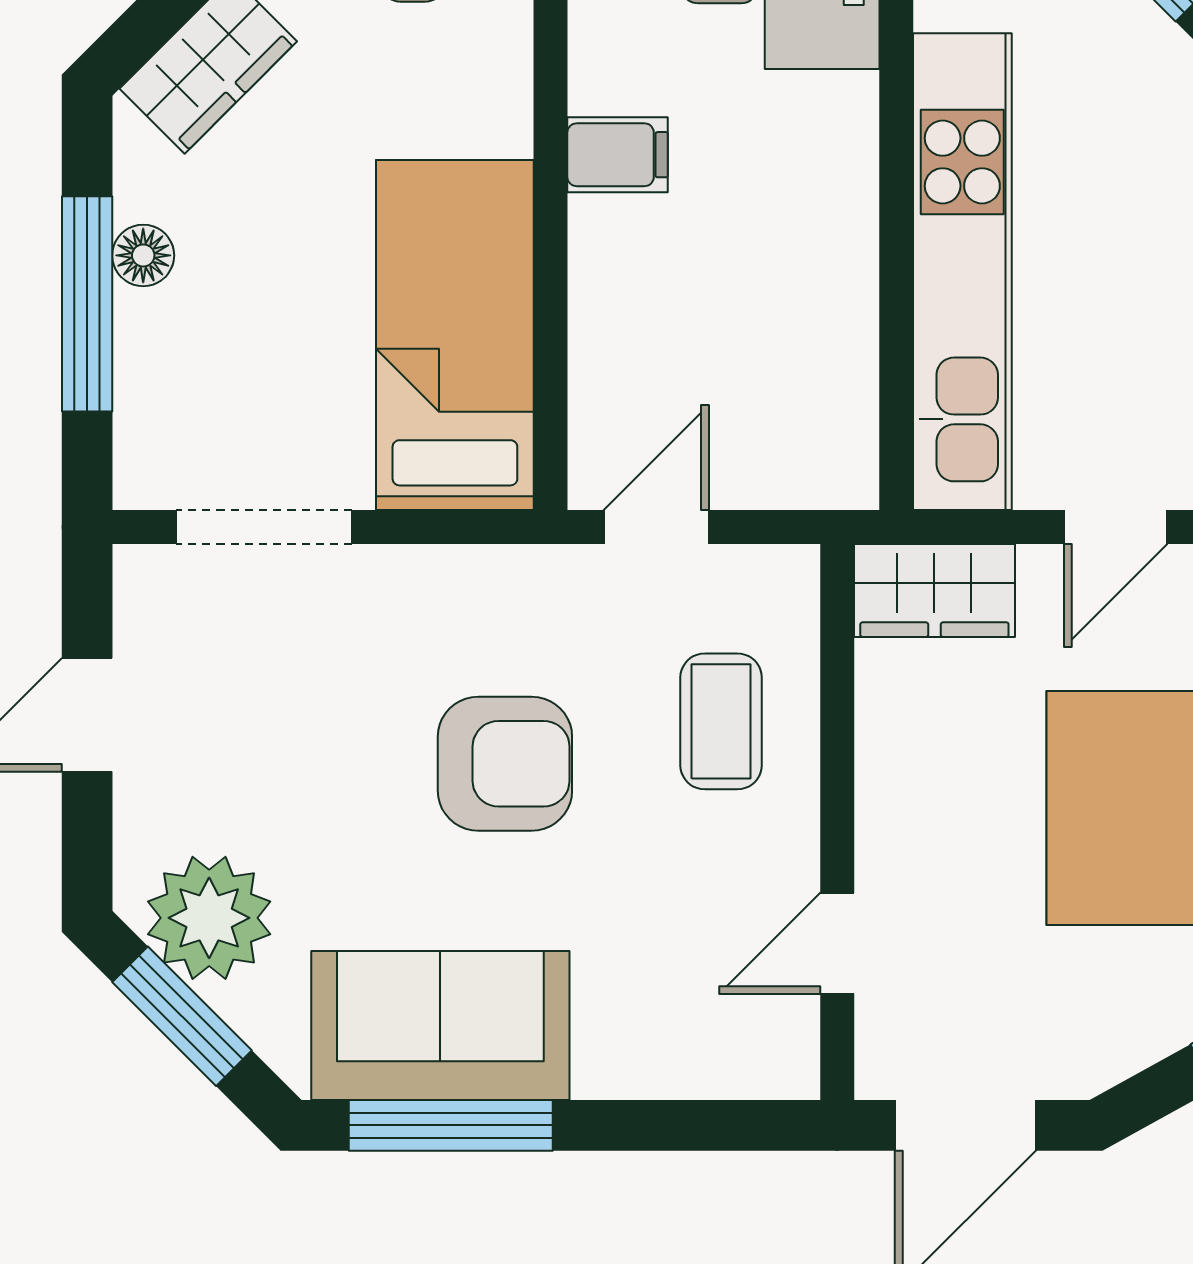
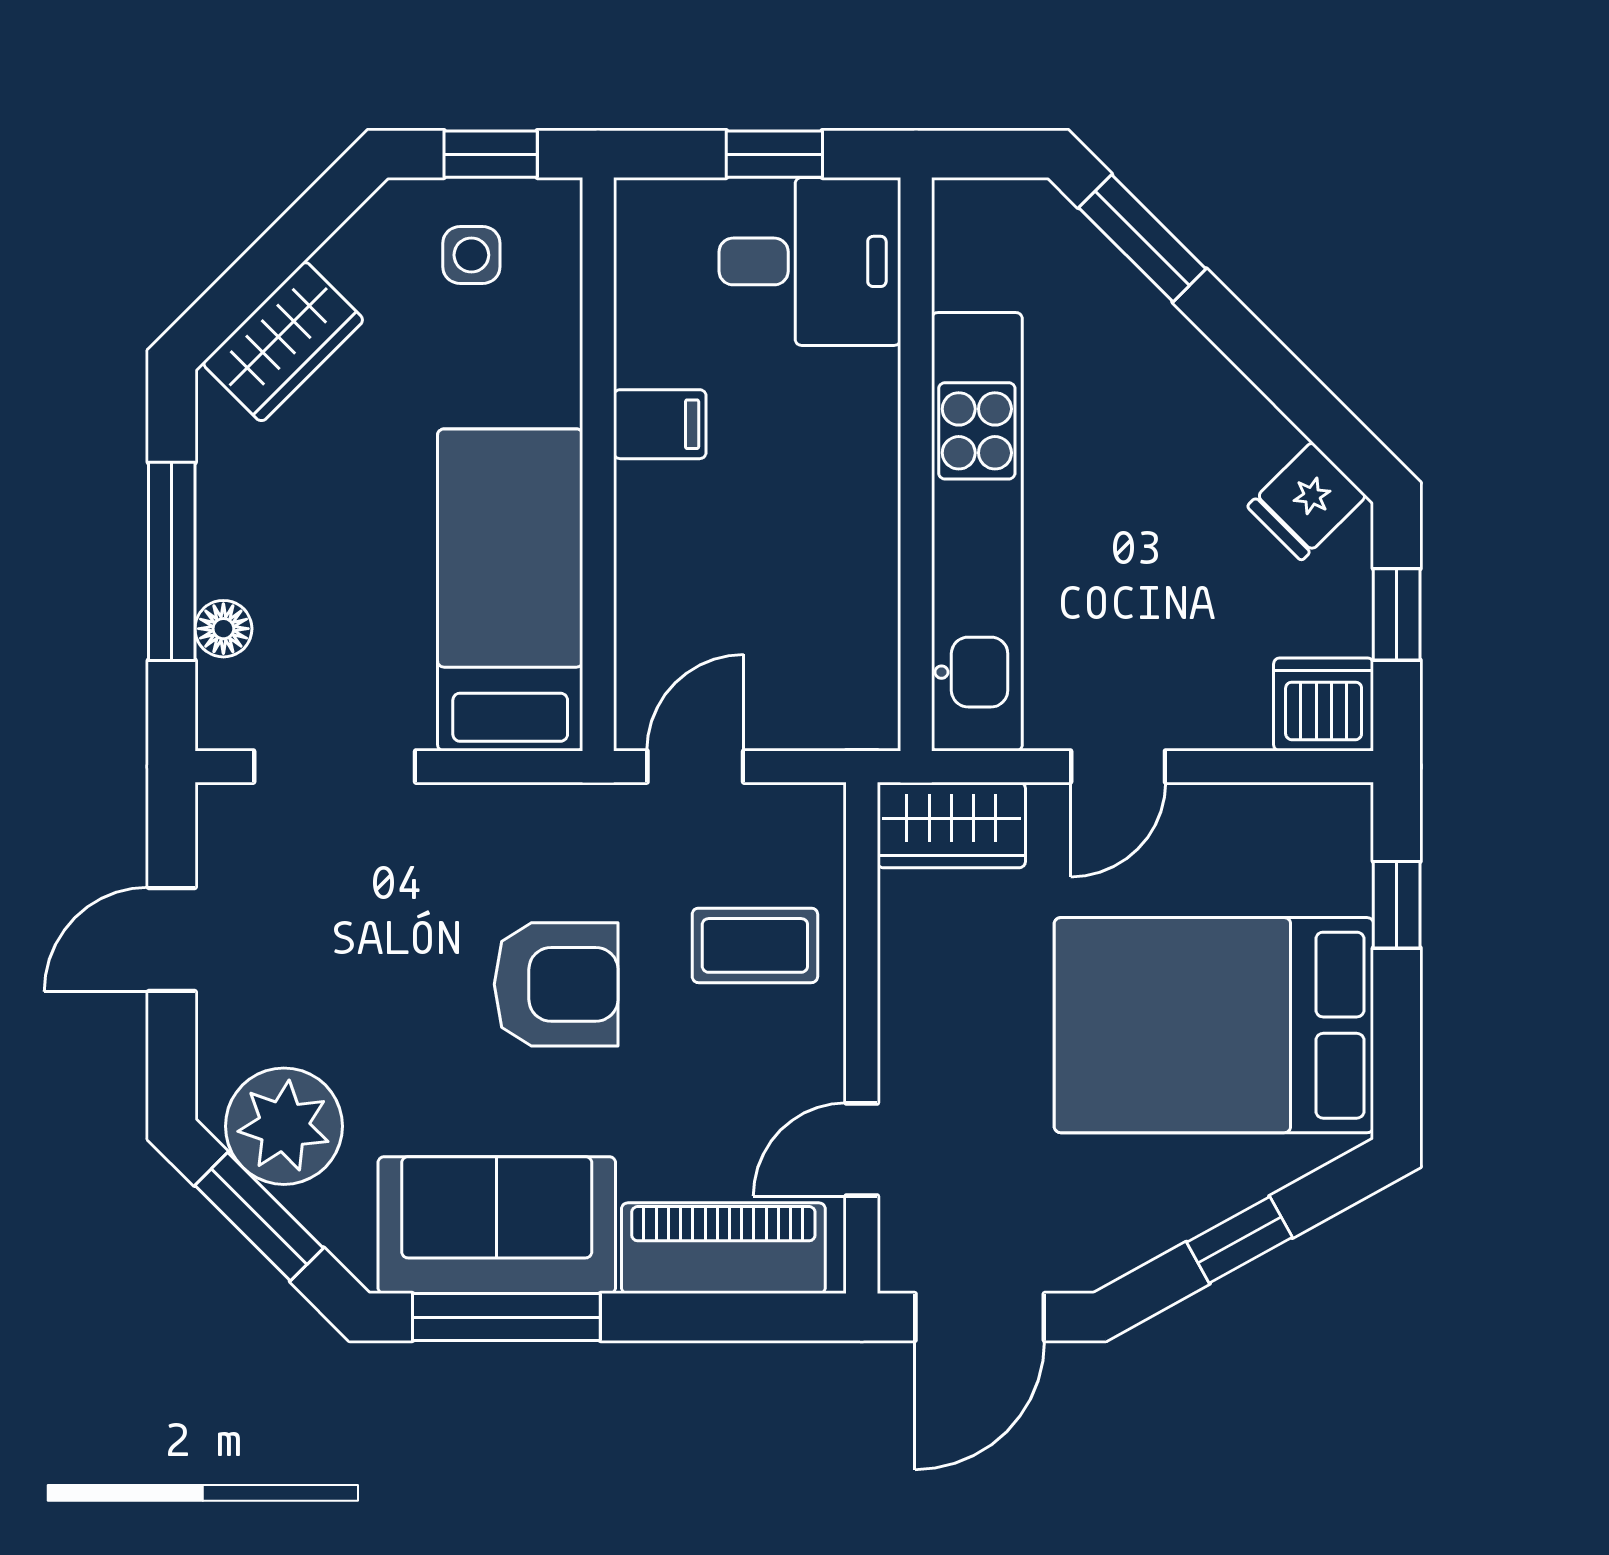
floor lamp: (143, 255) -> (223, 629), moved
coffee table: (721, 721) -> (755, 945), turned 90
piano: (687, 1051) -> (723, 1248), added

